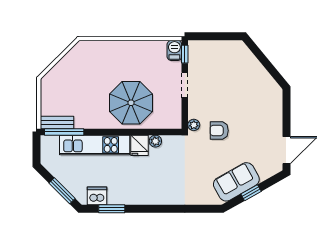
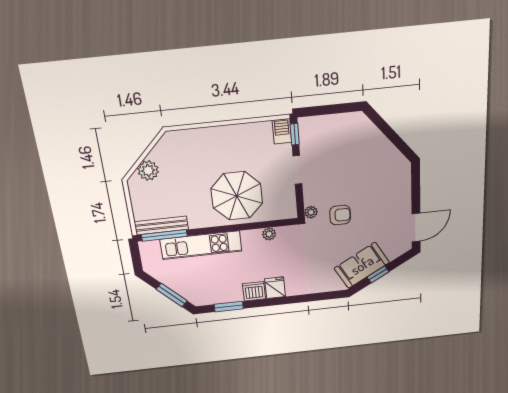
plant: (60, 72) -> (148, 170), added
bench: (57, 122) -> (161, 226), width x1.36
armchair: (219, 131) -> (340, 215), turned 180
fridge: (139, 145) -> (275, 288), moved, turned 180
dishwasher: (97, 196) -> (254, 291), moved

